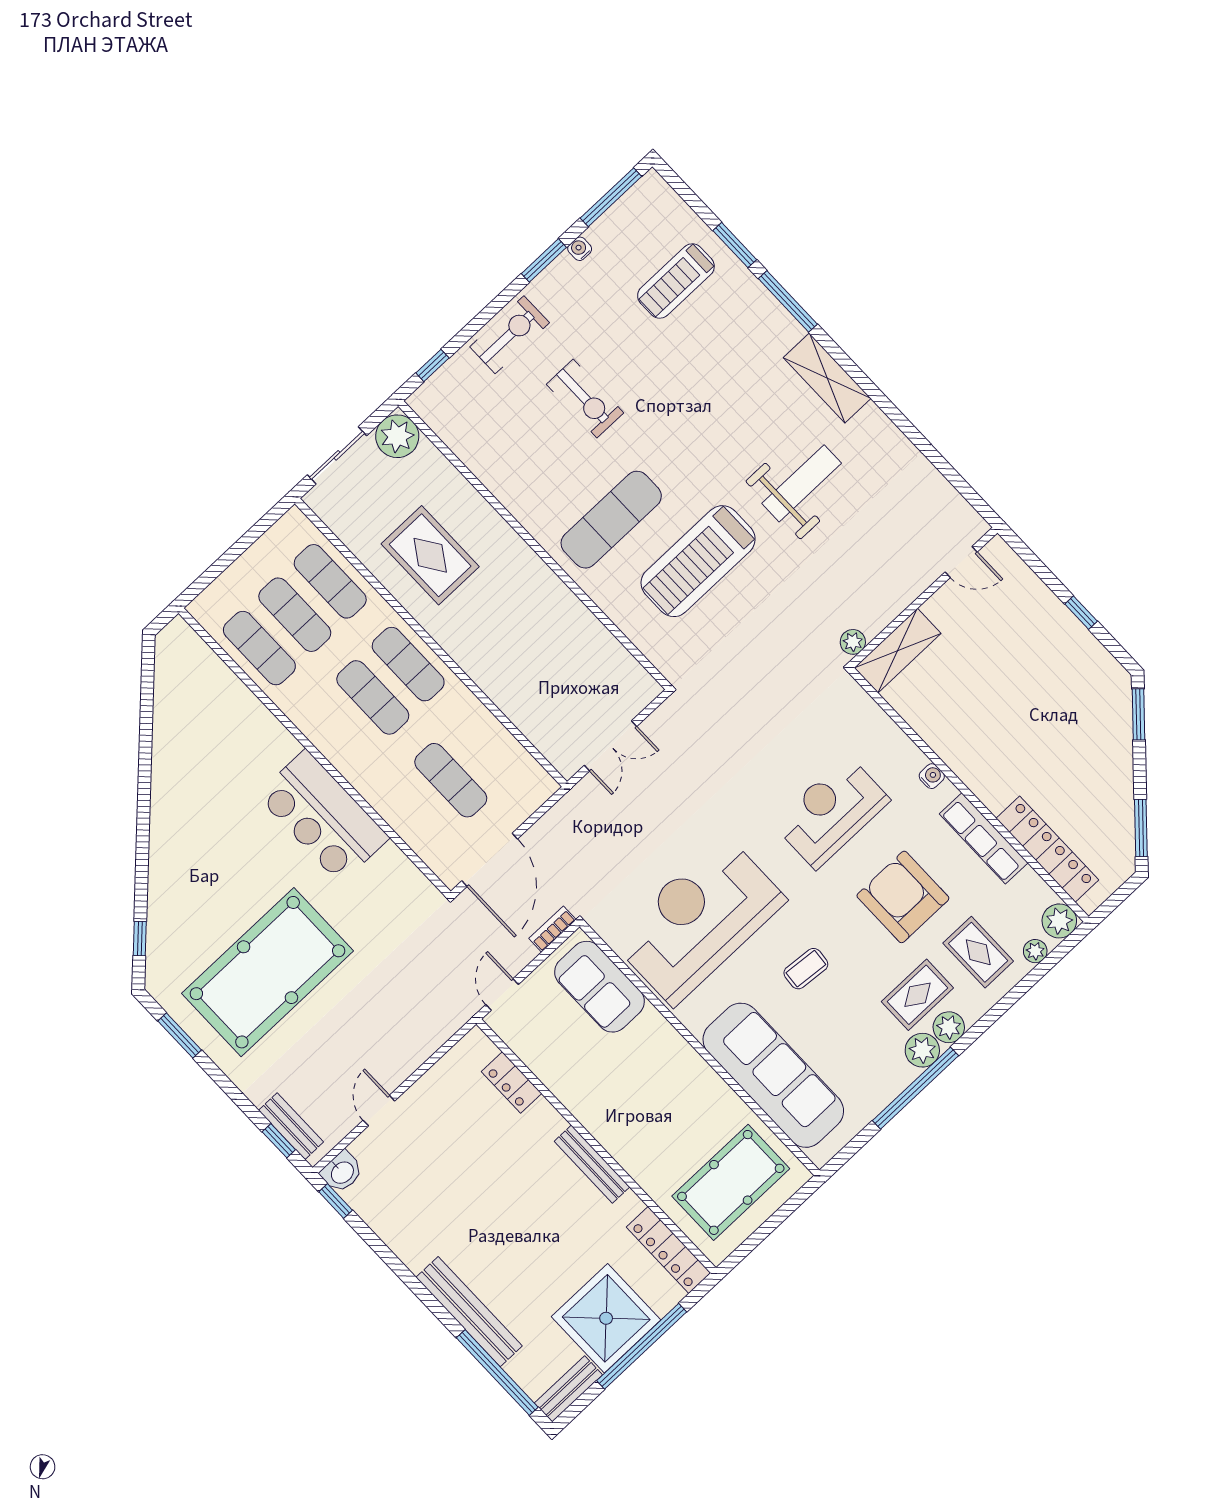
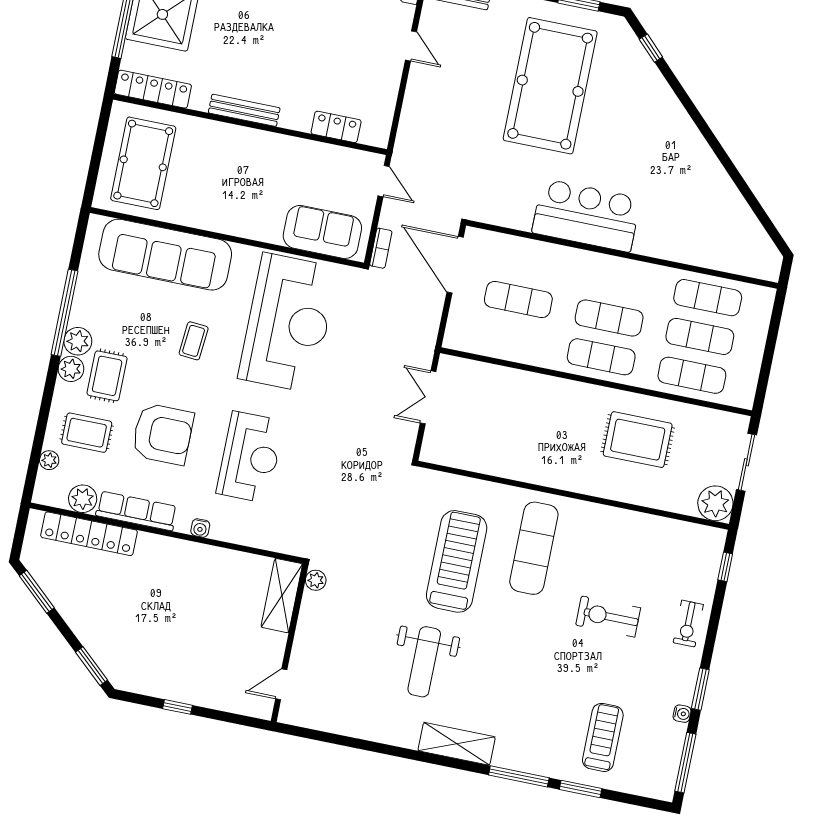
exercise bike: (510, 335) -> (688, 624), width x0.73, depth x0.72
plant: (1059, 921) -> (83, 499), moved

